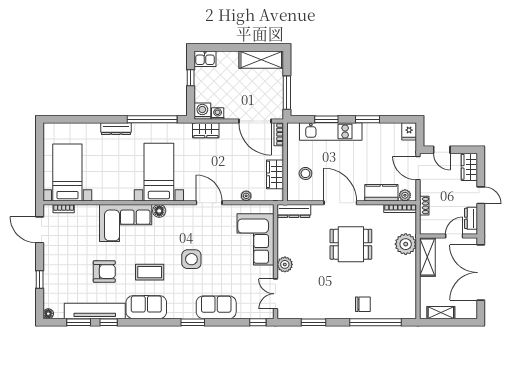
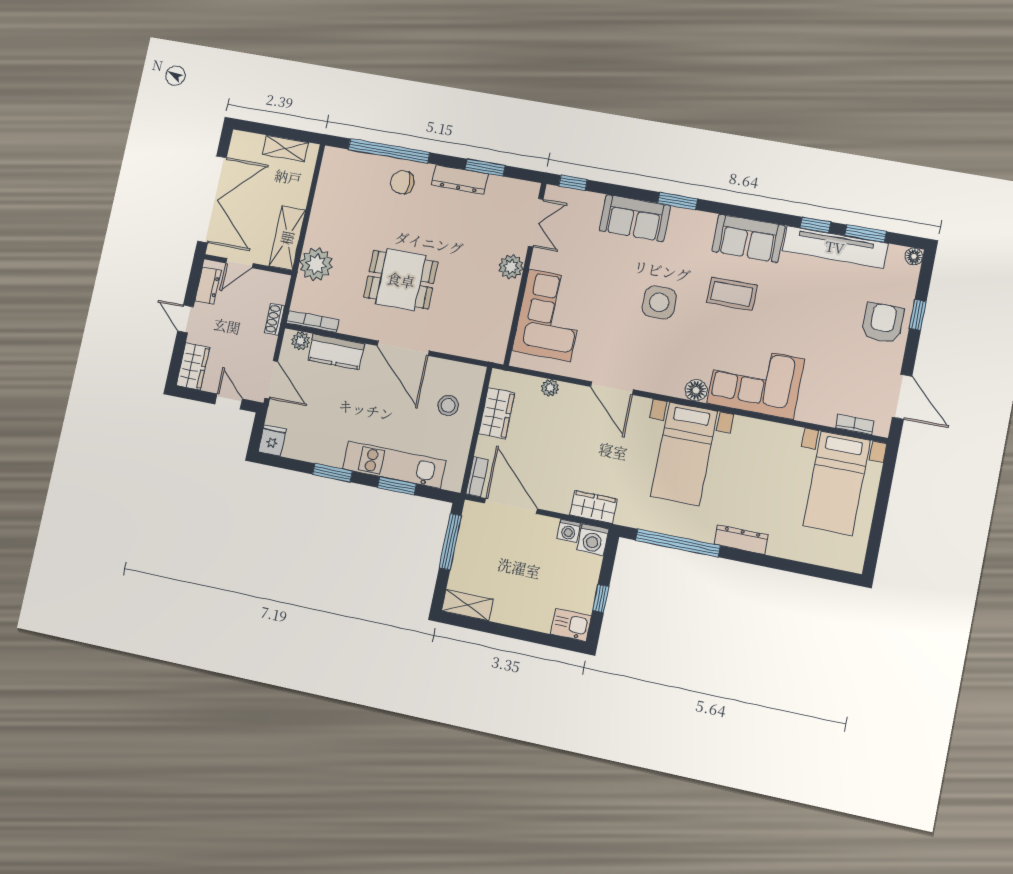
shelving: (261, 60) -> (467, 605), width x0.67, depth x0.75
dresser: (294, 211) -> (460, 179), moved, turned 180
armchair: (104, 272) -> (883, 323), moved, turned 90

